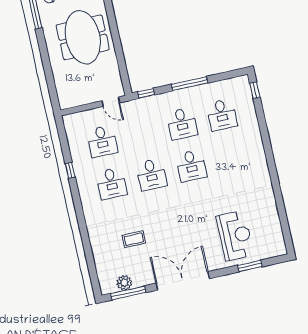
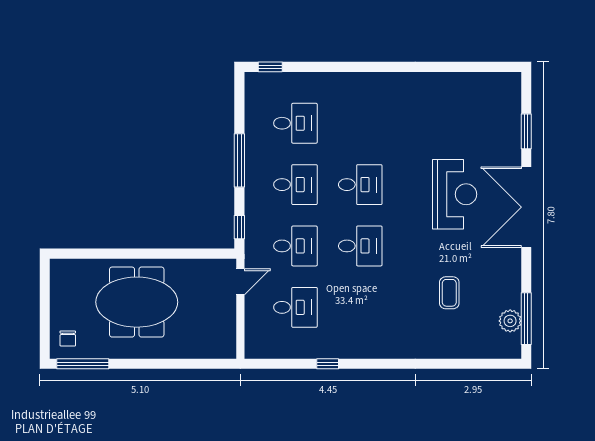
desk: (111, 183) -> (295, 246), moved
reception desk: (235, 236) -> (455, 194), moved, turned 90
double door: (183, 281) -> (526, 207), moved

